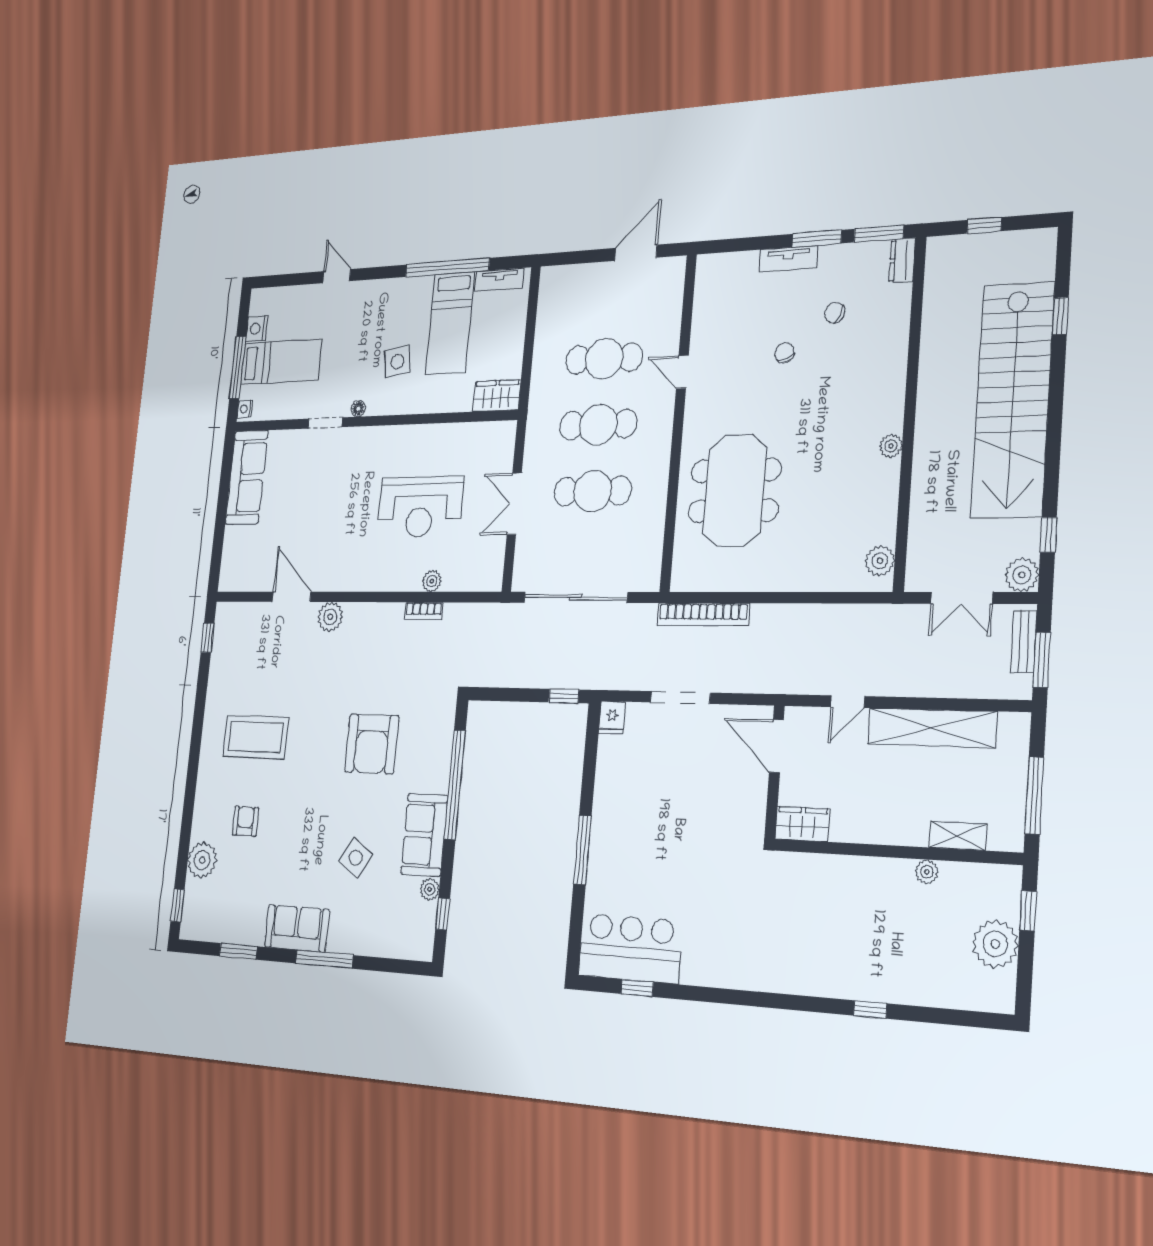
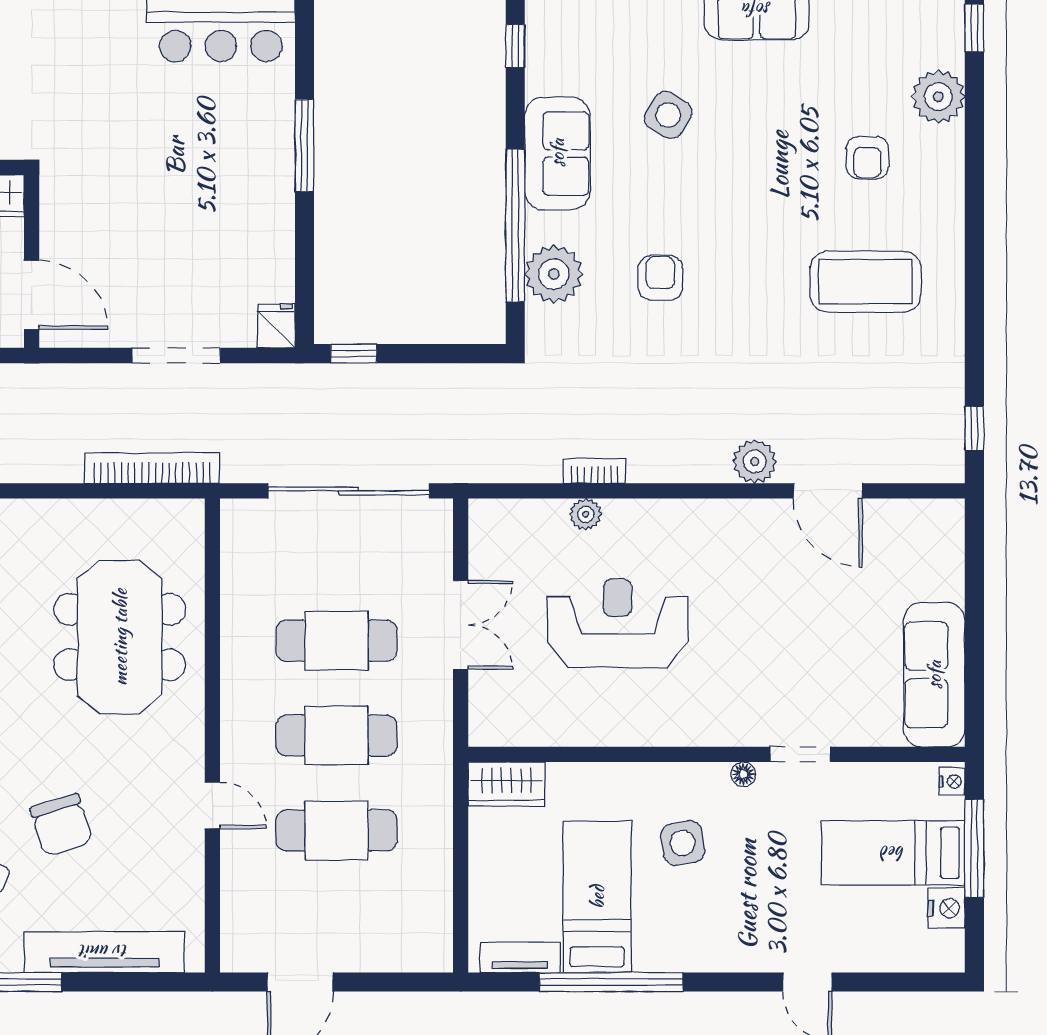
tv unit: (788, 259) -> (104, 952), width x1.92, depth x1.29
chair: (784, 353) -> (61, 825), width x1.87, depth x1.87
armchair: (372, 744) -> (660, 278), width x0.53, depth x0.53
plant: (430, 889) -> (554, 274), moved, width x1.88, depth x1.88

